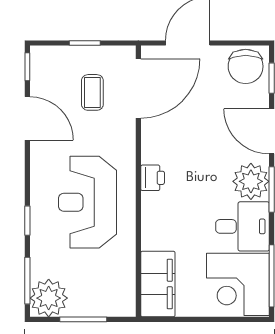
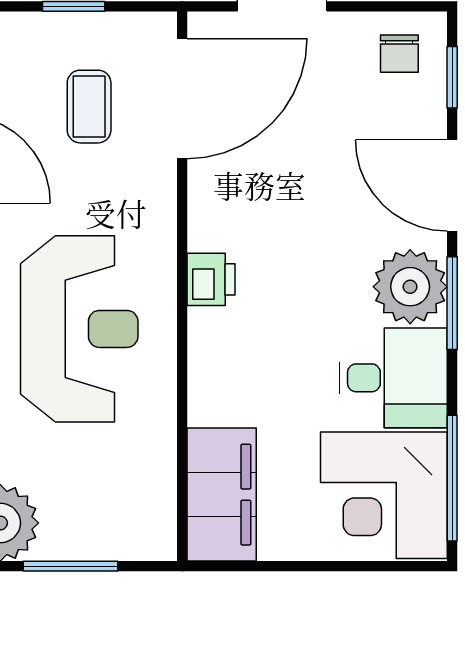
chair: (246, 66) -> (399, 54), width x0.54, depth x0.54
reception desk: (88, 202) -> (79, 329), turned 180

